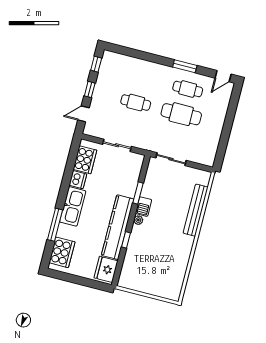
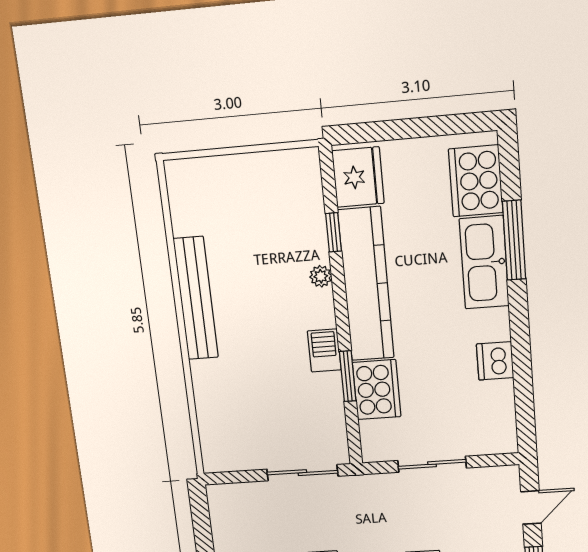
cooker: (85, 160) -> (377, 390), moved, turned 180
kitchen sink: (73, 206) -> (484, 262), moved
bench: (196, 210) -> (196, 298), moved
plant: (138, 220) -> (321, 276), moved
window: (126, 240) -> (334, 232), moved

